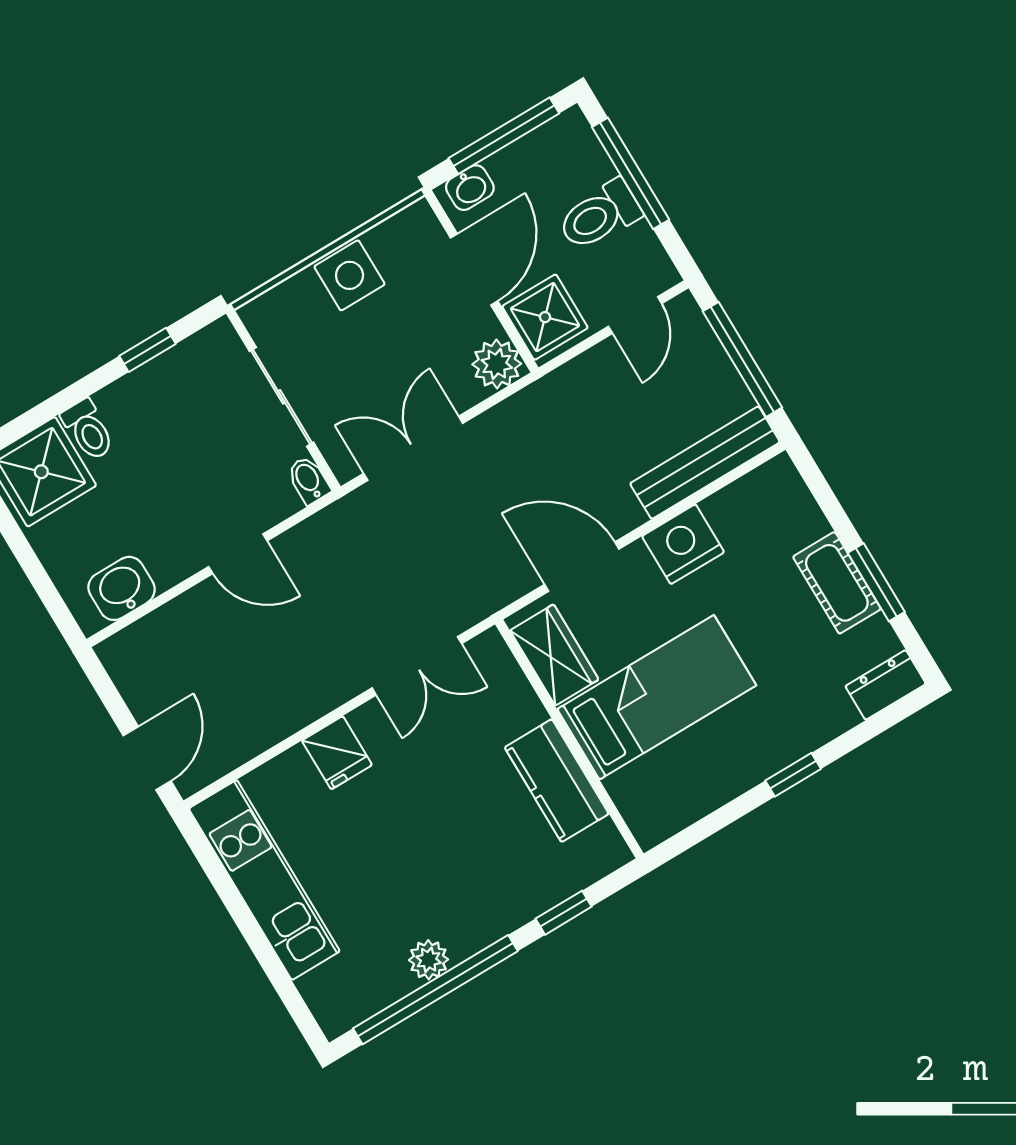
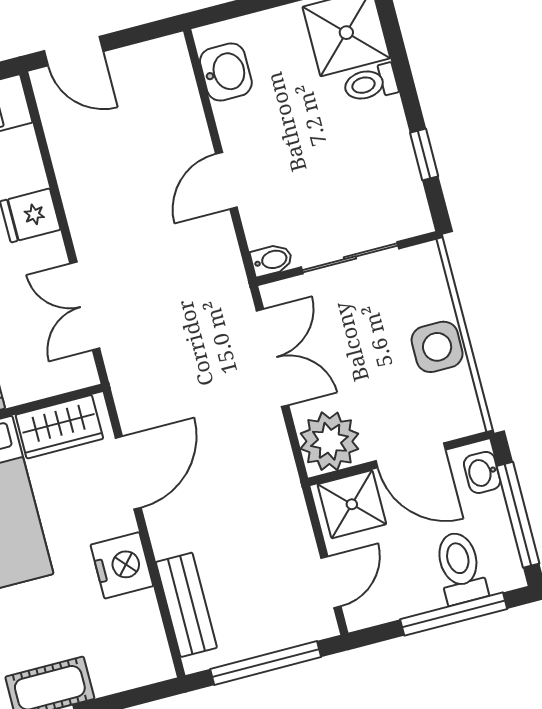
toilet: (599, 215) -> (460, 568), moved
door: (635, 315) -> (331, 582), swing flipped
plant: (497, 364) -> (329, 441), width x1.36, depth x1.36
bench: (705, 463) -> (186, 605), width x0.73

